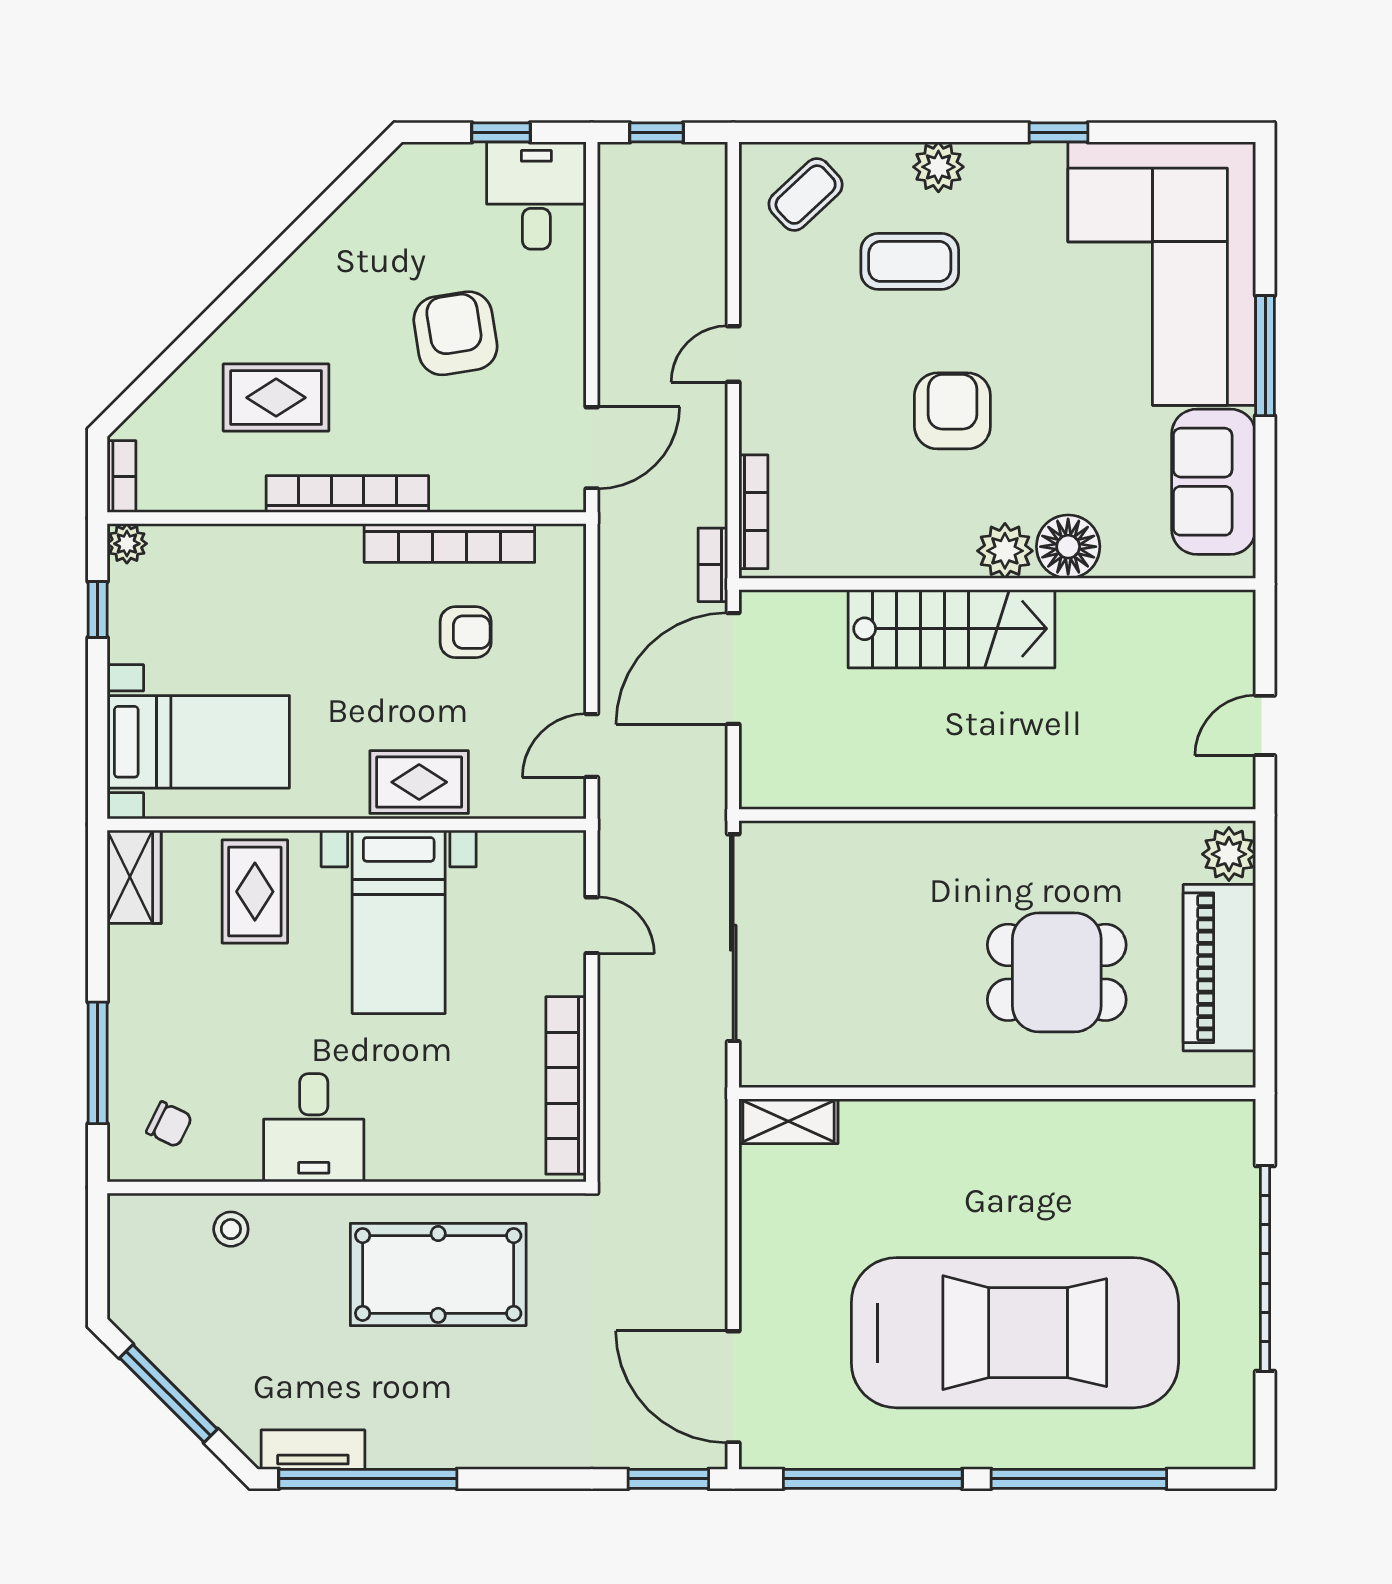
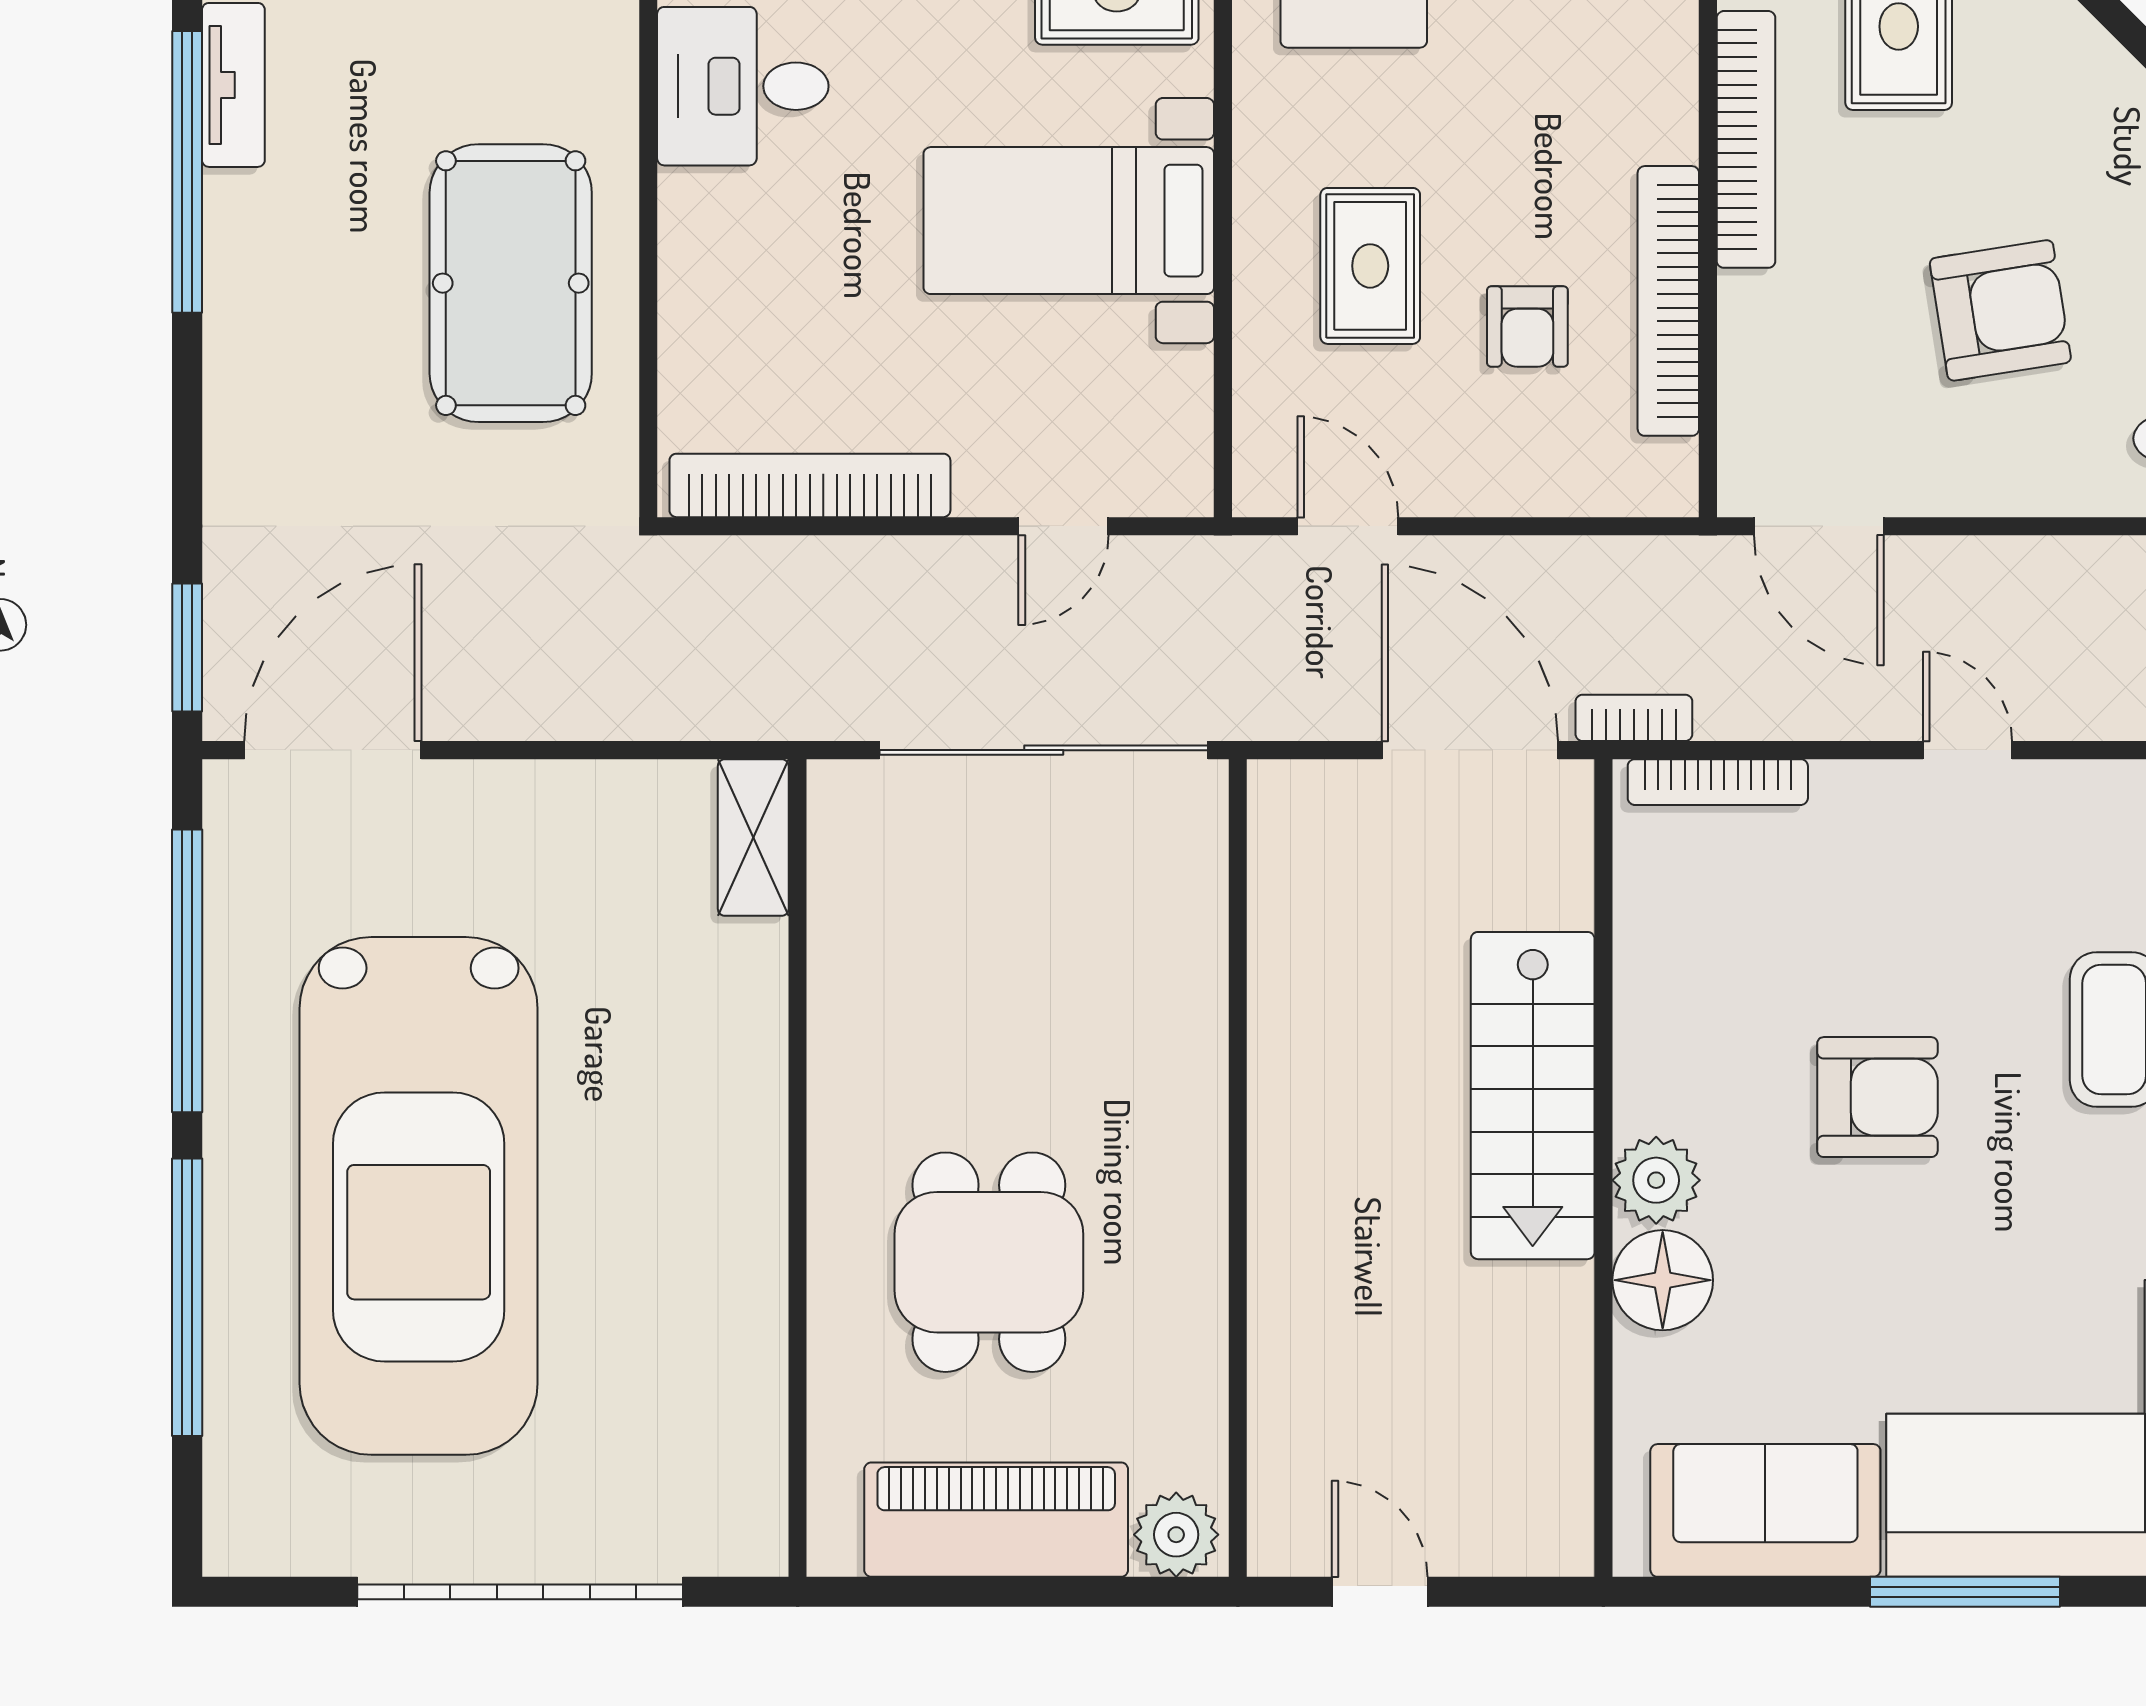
rug: (419, 782) -> (1370, 266), moved

